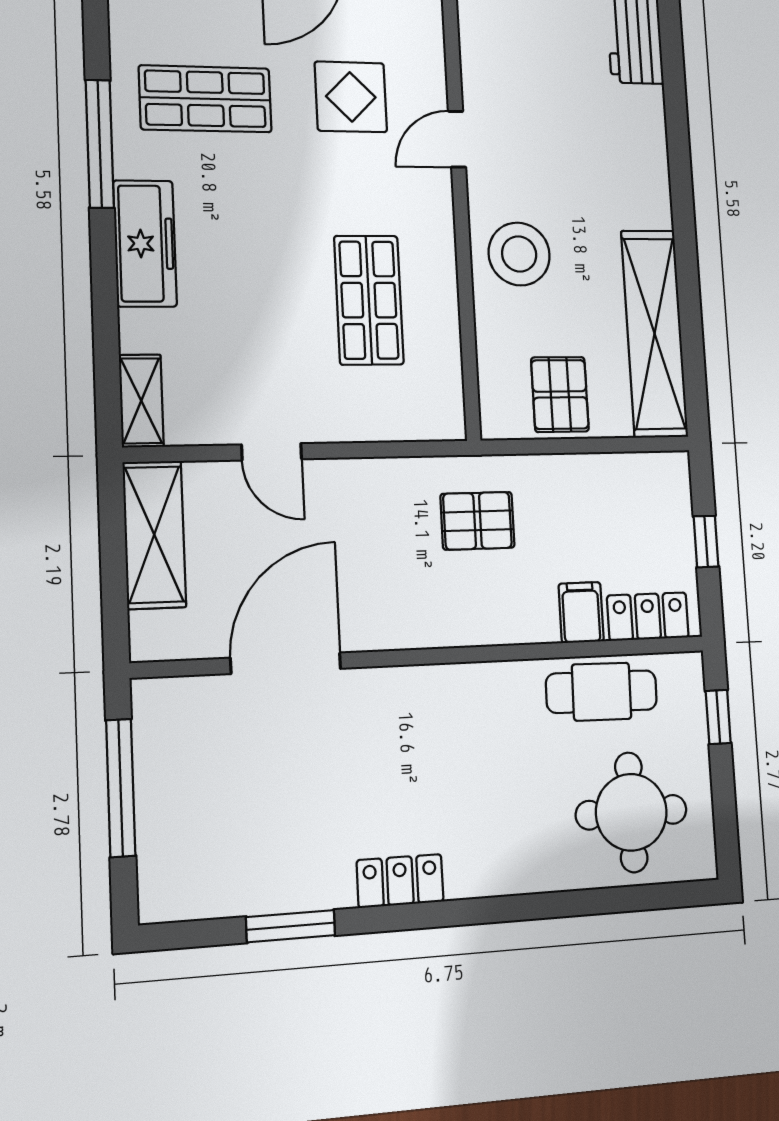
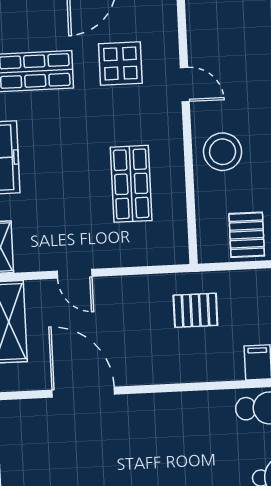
door: (457, 139) -> (185, 85), swing flipped
door: (286, 663) -> (83, 392), hinge flipped

